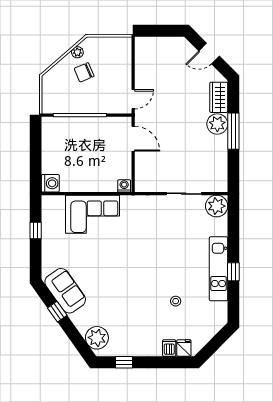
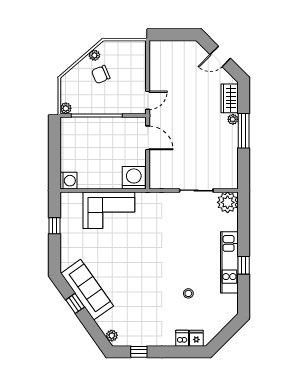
plant: (47, 108) -> (66, 108), added
plant: (217, 124) -> (233, 119), width x0.53, depth x0.53
washing machine: (124, 186) -> (134, 178), width x1.89, depth x1.89
sofa: (65, 291) -> (87, 290), width x1.36
plant: (97, 338) -> (112, 336), width x0.53, depth x0.53

